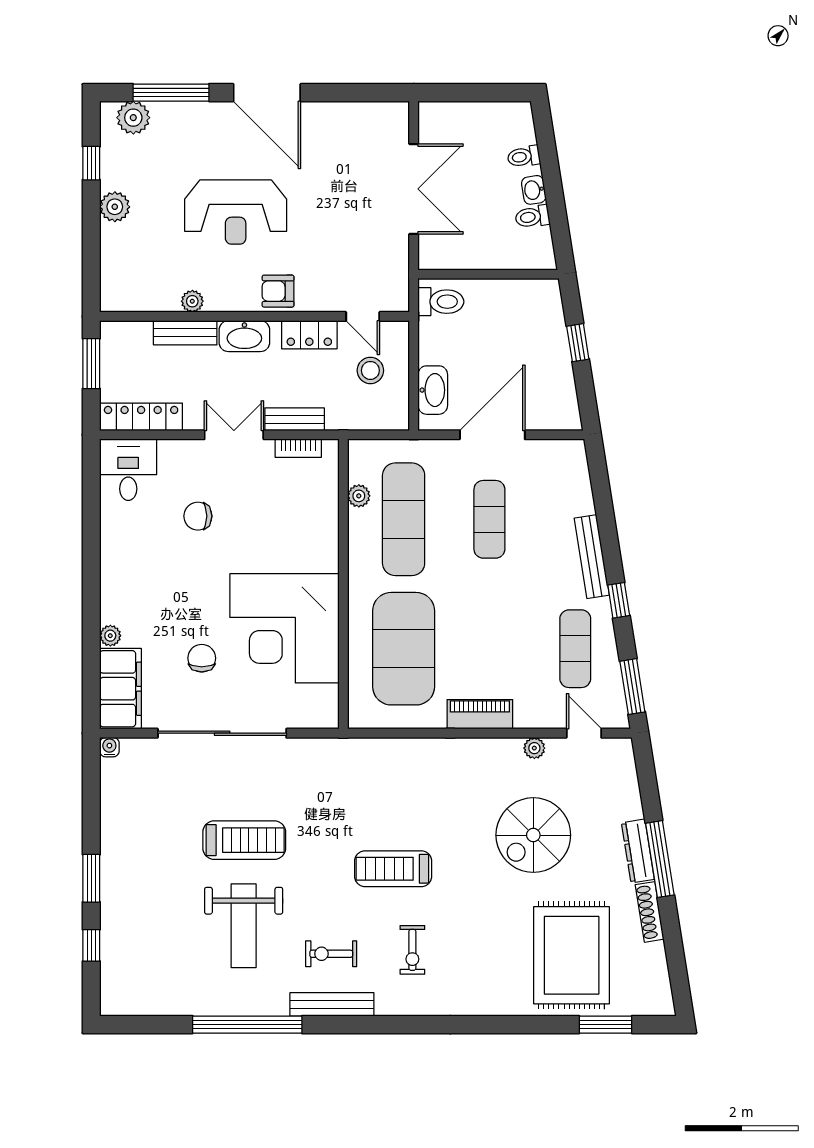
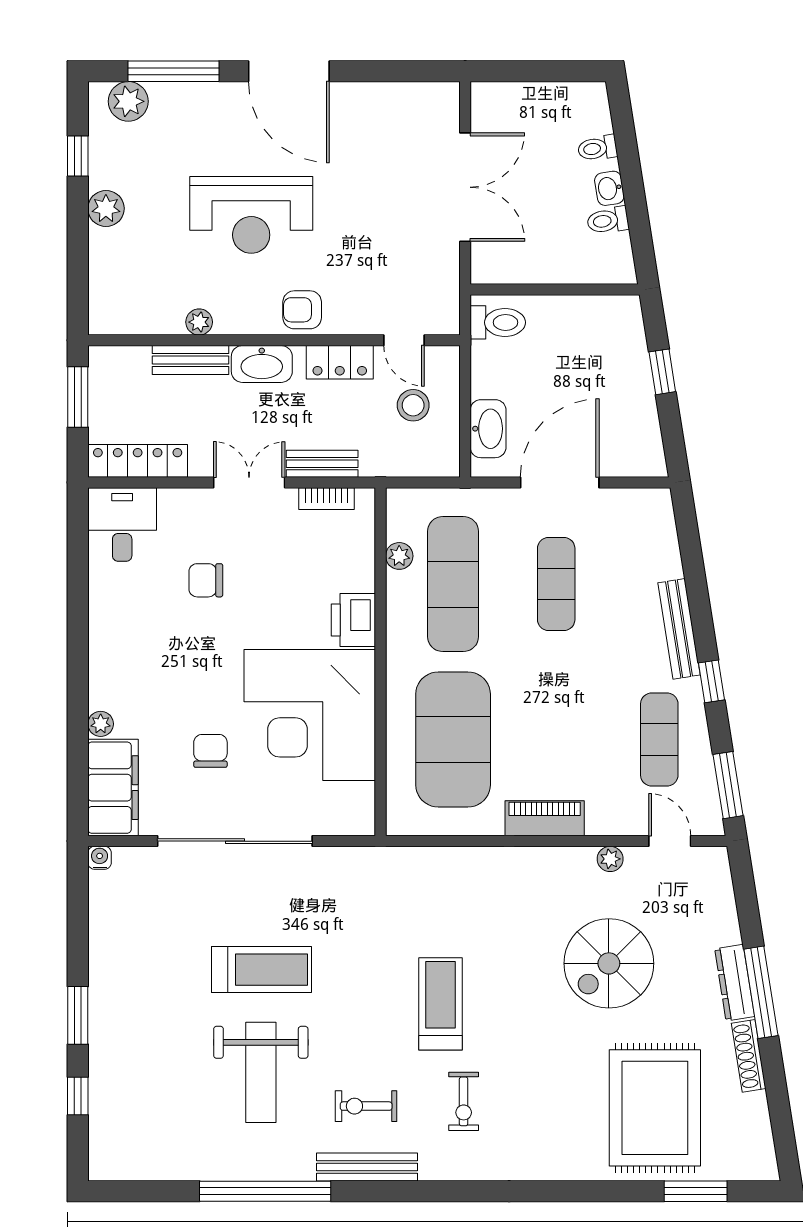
printer: (321, 549) -> (353, 620), added
treadmill: (393, 869) -> (440, 1004), turned 90

